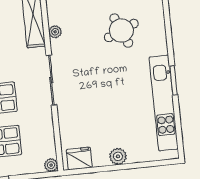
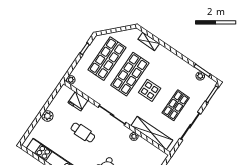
cafe table: (102, 97) -> (83, 132), added
fridge: (79, 158) -> (78, 101), moved, turned 90

